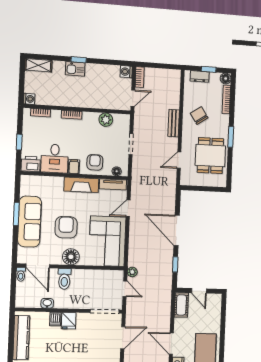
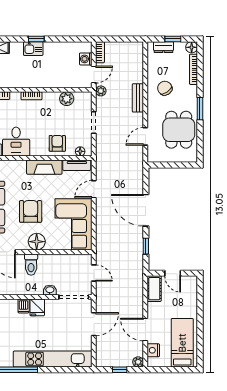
washing machine: (126, 72) -> (86, 59), moved
filing cabinet: (74, 167) -> (36, 149), removed
plant: (132, 272) -> (101, 91), moved
washbasin: (47, 303) -> (50, 290), moved

